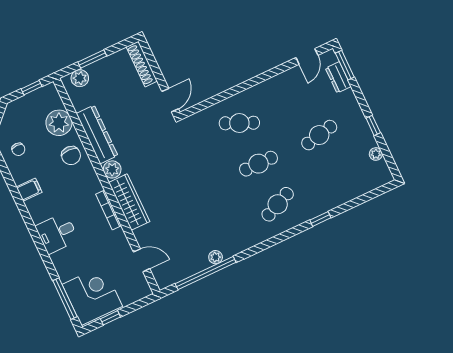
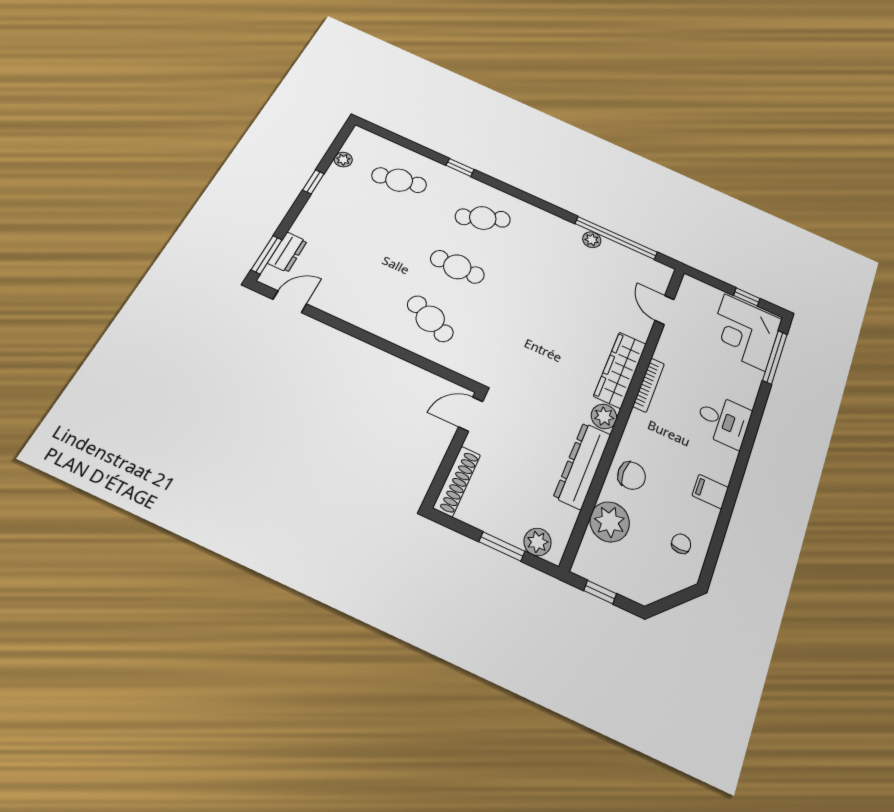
cafe table: (319, 135) -> (399, 180), moved
chair: (71, 156) -> (632, 476), turned 90

